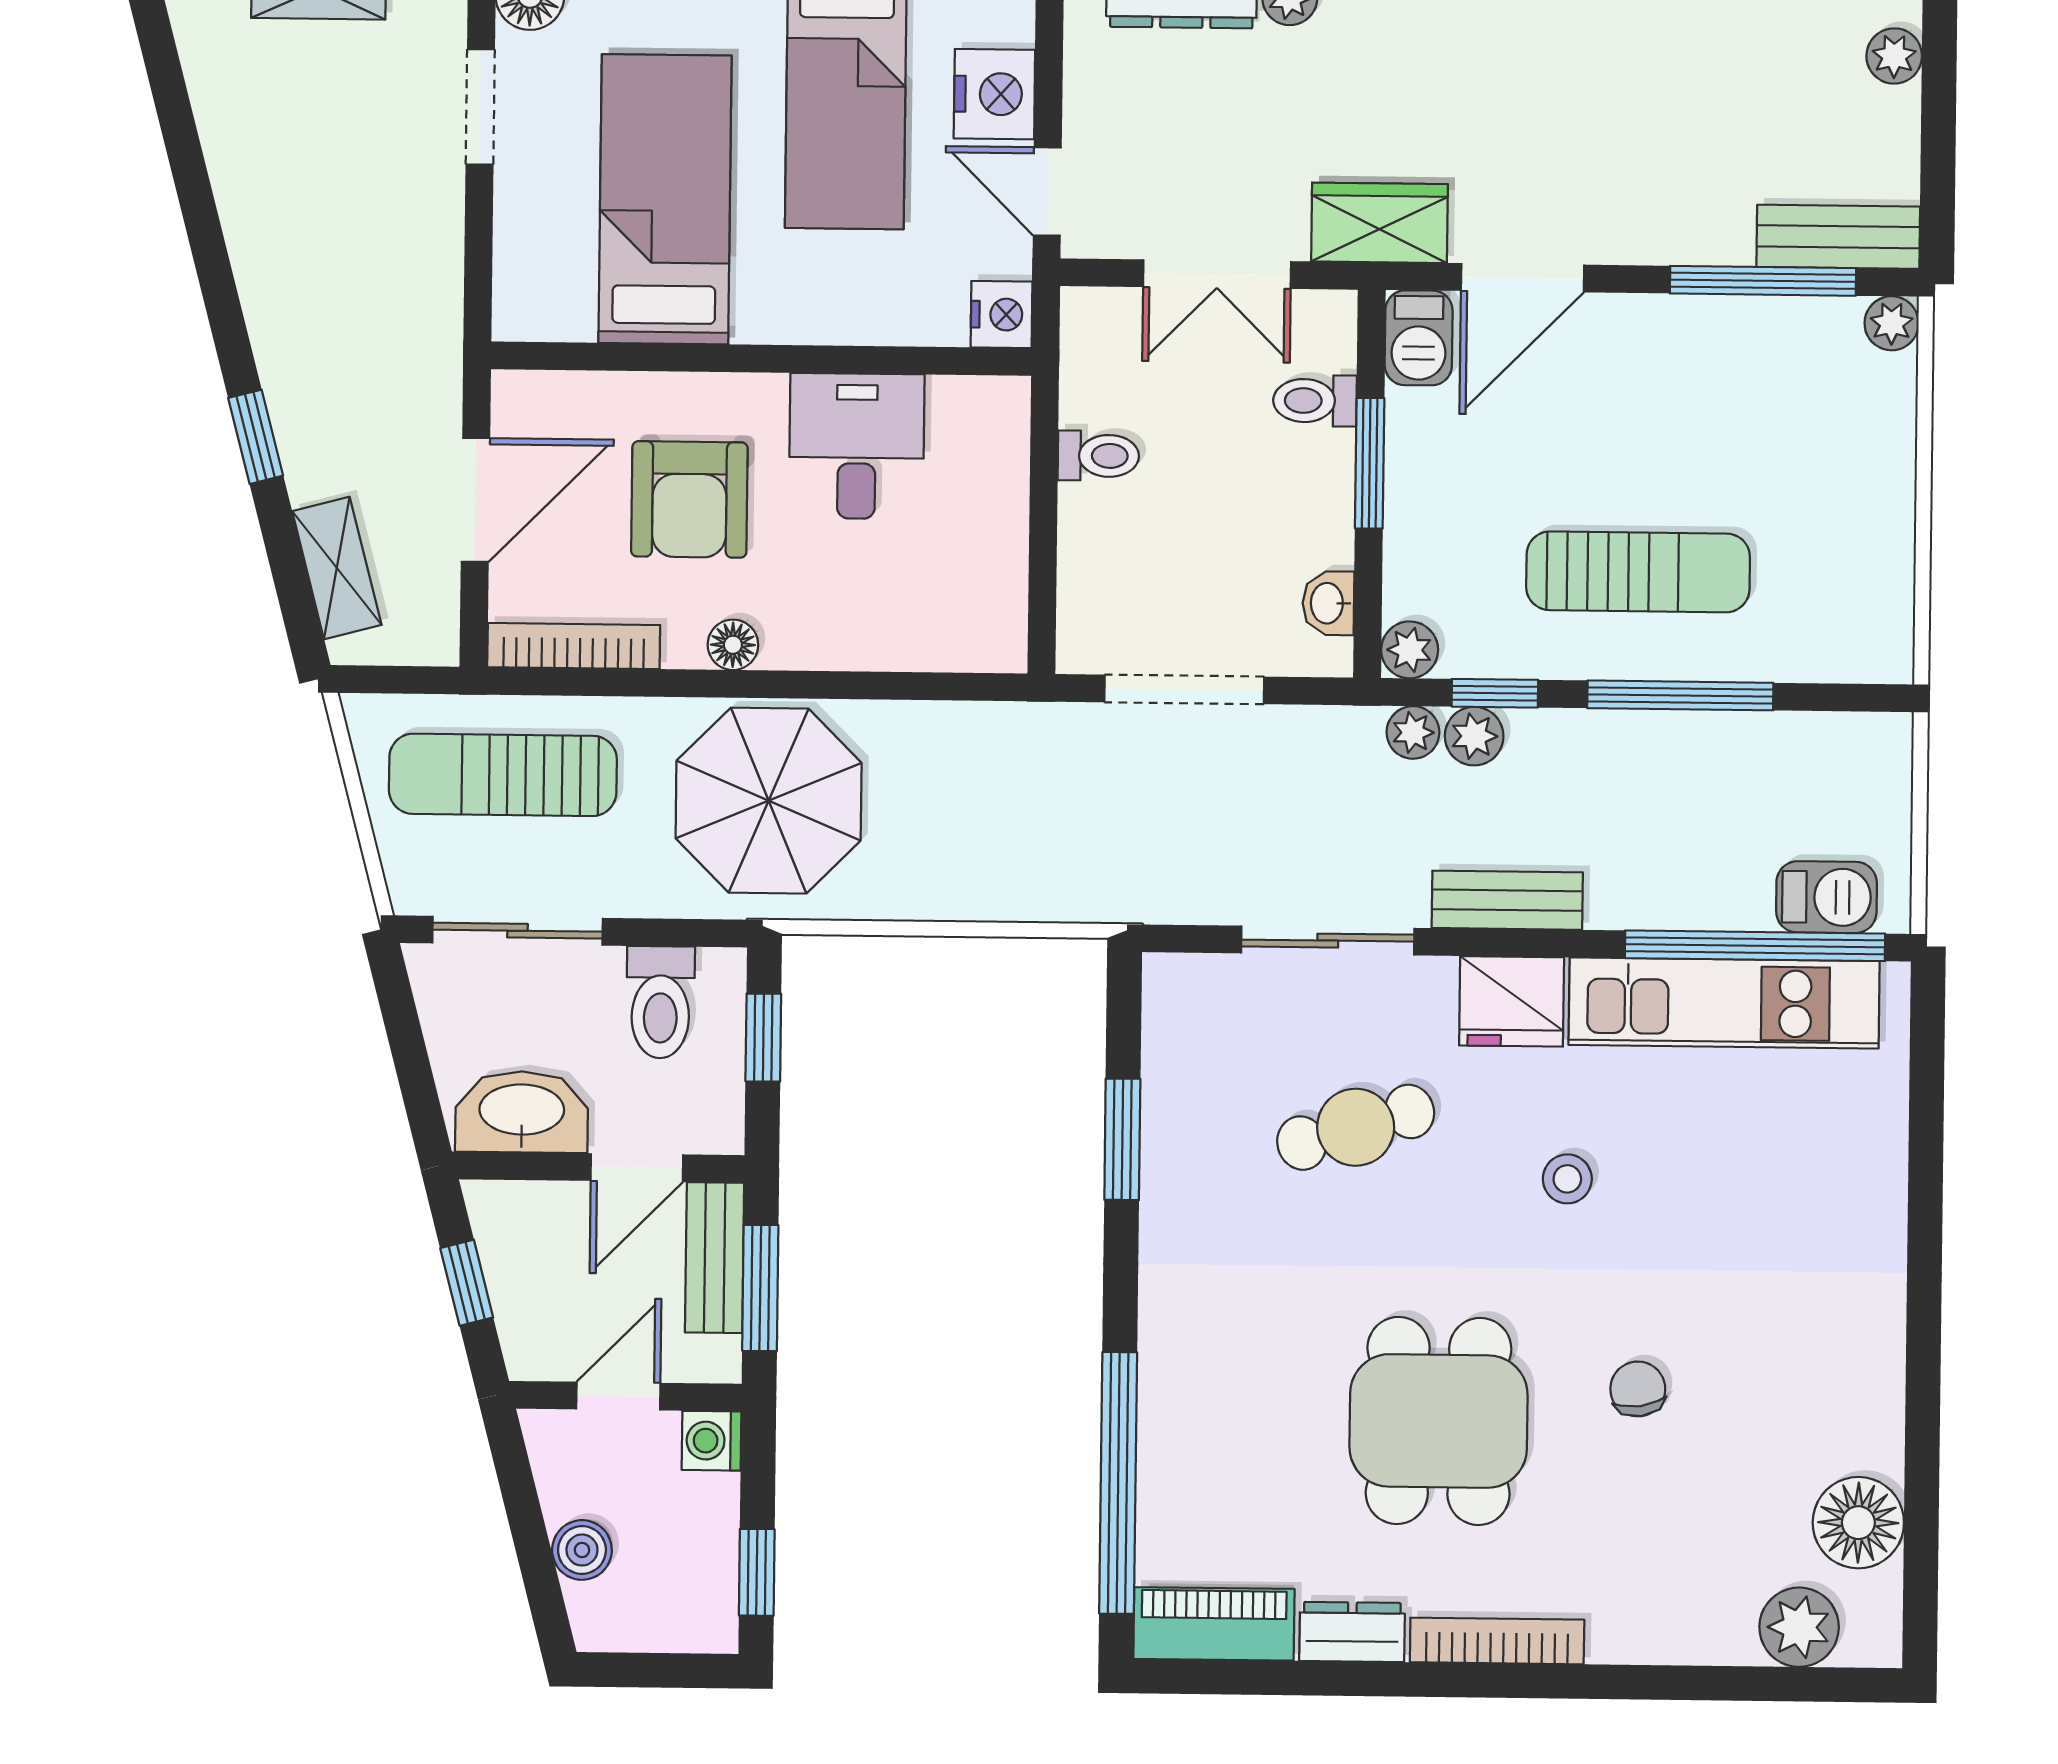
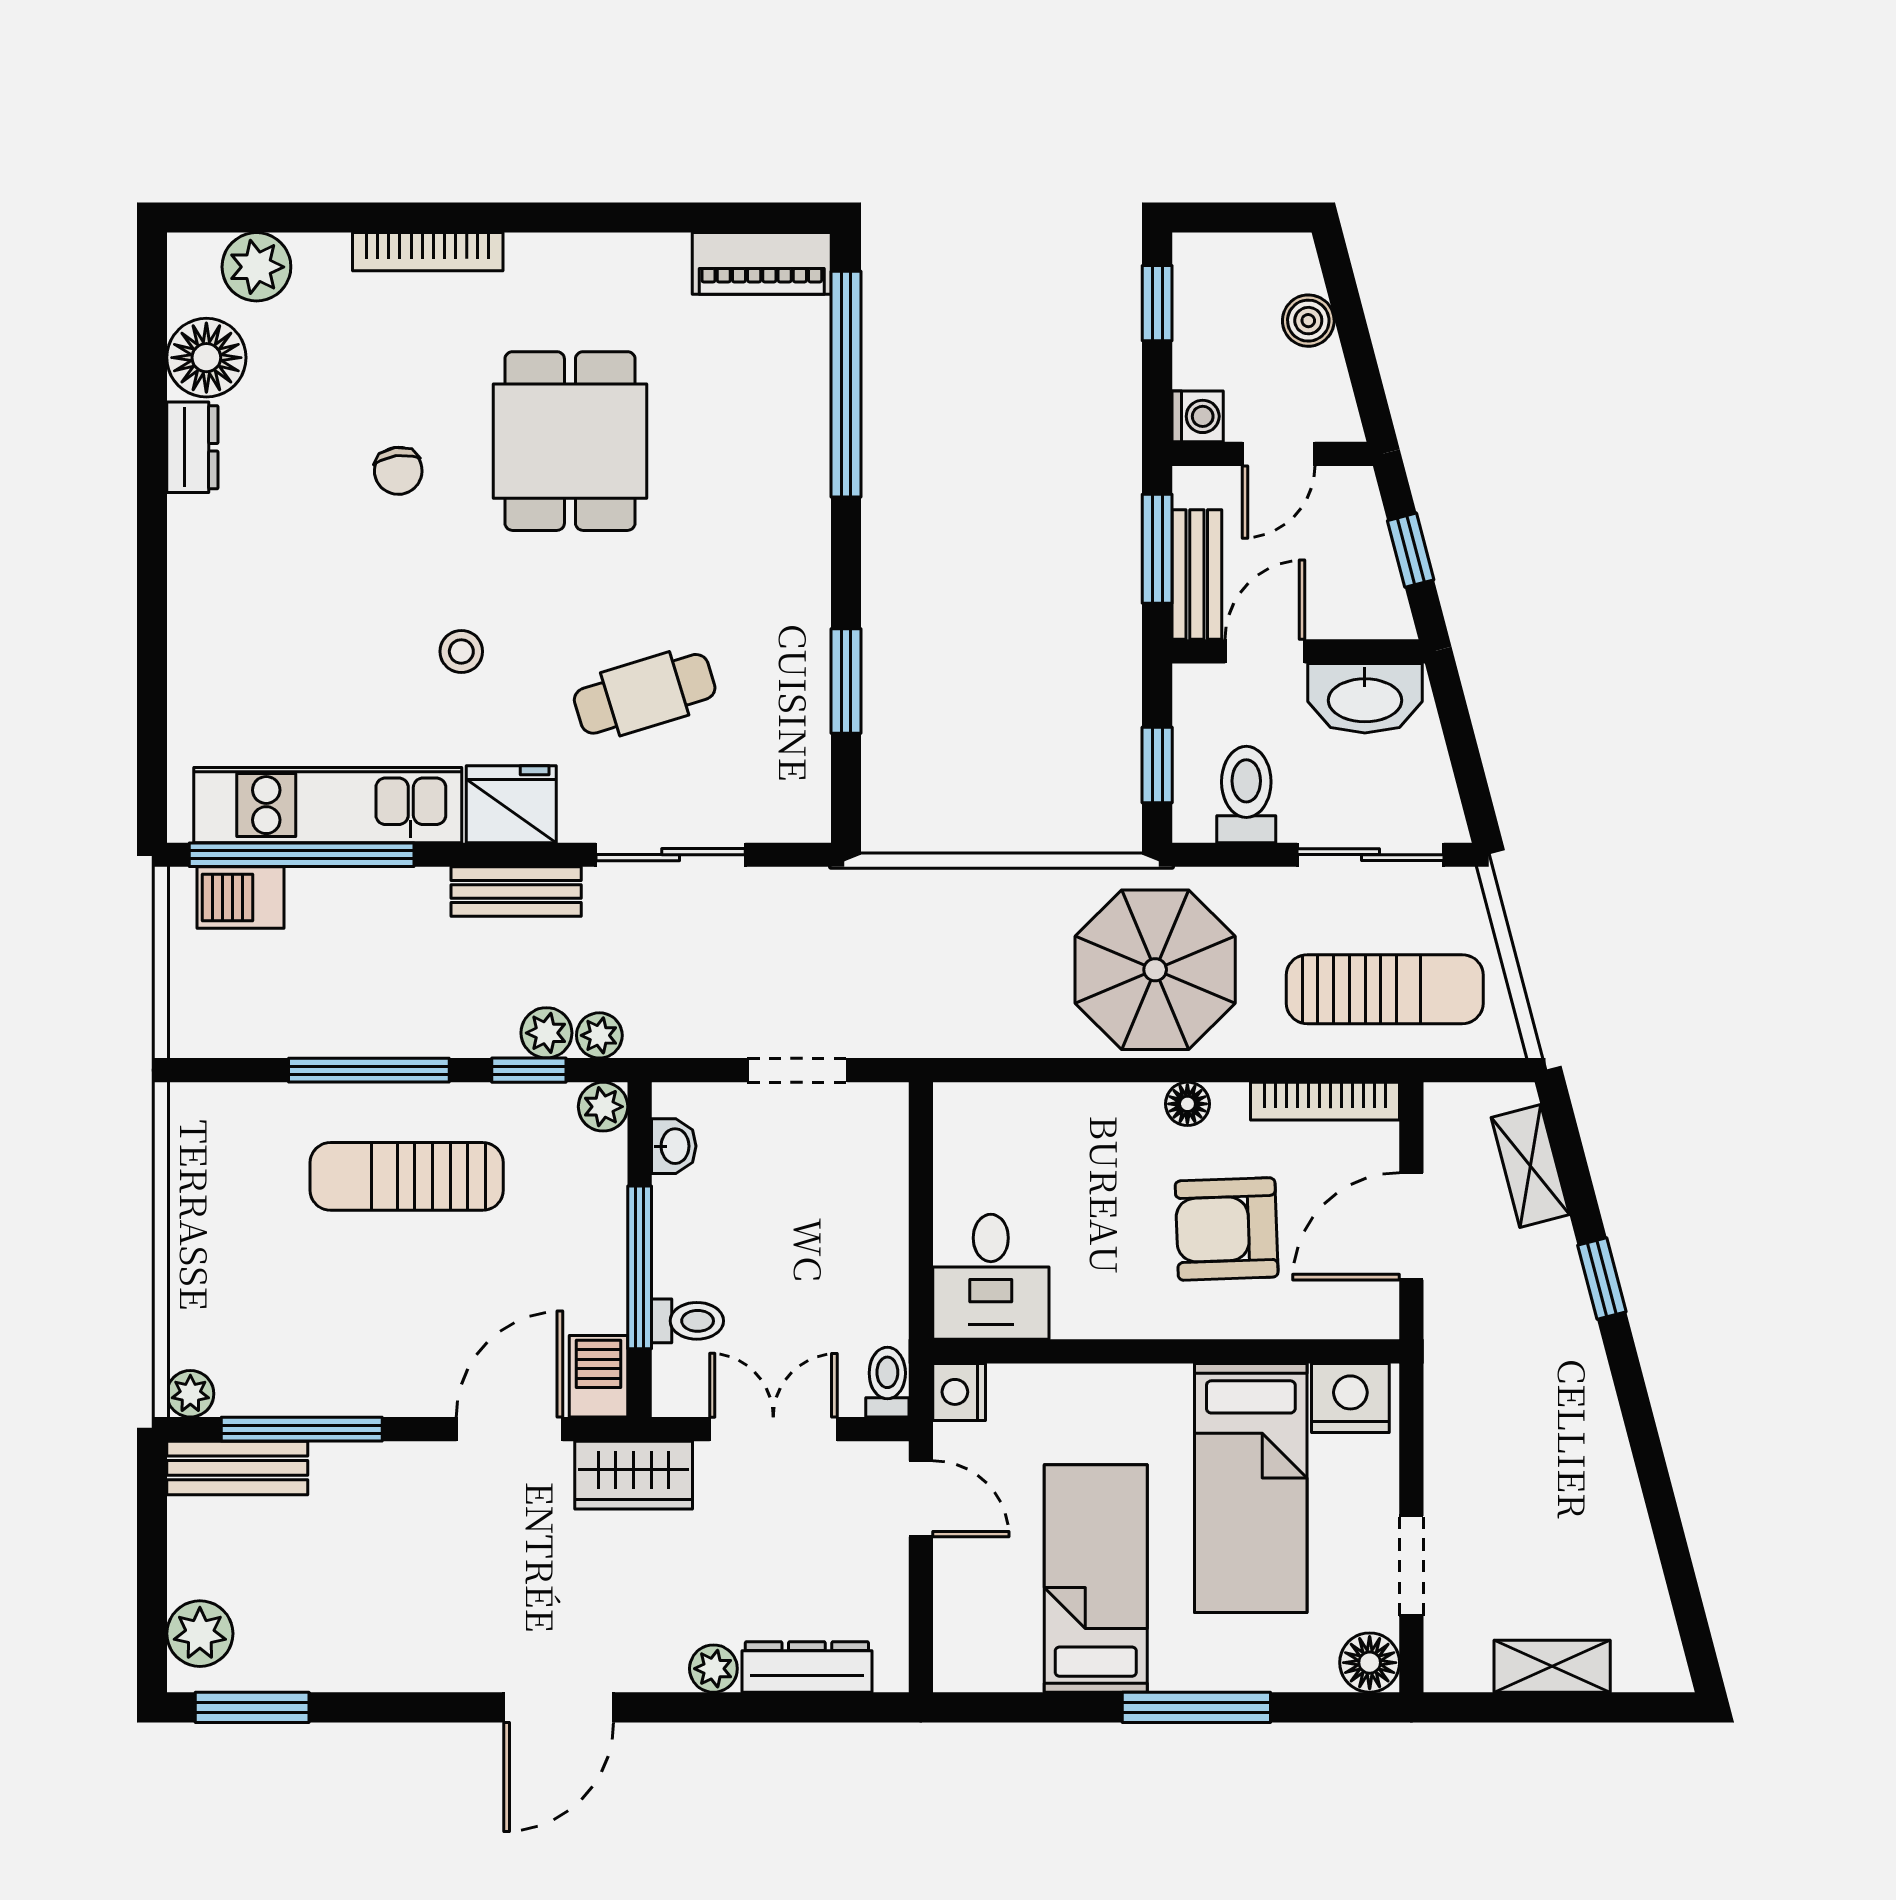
plant: (1894, 56) -> (200, 1634), width x1.38, depth x1.38
nightstand: (994, 94) -> (1350, 1398), moved, turned 90
desk: (857, 446) -> (991, 1277), moved
toilet: (1098, 456) -> (887, 1382), moved, turned 90
window: (1370, 463) -> (640, 1267), width x1.44
armchair: (689, 499) -> (1227, 1229), turned -92
doorway: (1184, 689) -> (797, 1070), width x0.73
dresser: (1352, 1632) -> (192, 447), moved, turned -90
bookcase: (1497, 1641) -> (428, 252), moved

